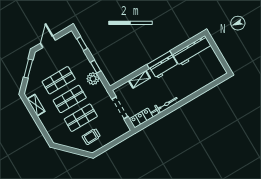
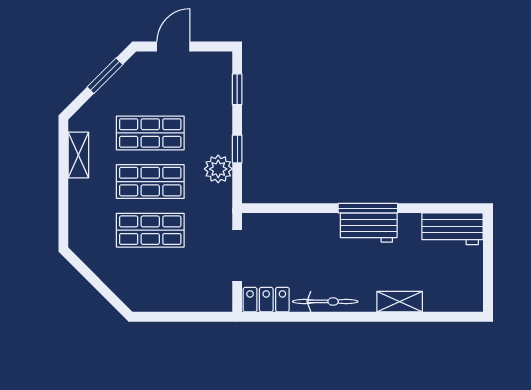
workbench: (192, 51) -> (453, 229), width x0.73
shelving: (139, 79) -> (400, 302), moved
trolley: (91, 136) -> (149, 278), removed

